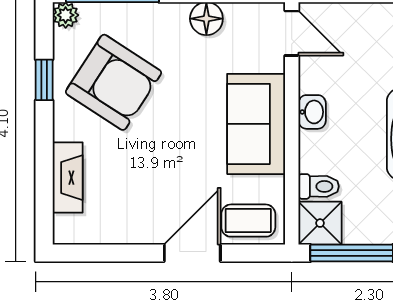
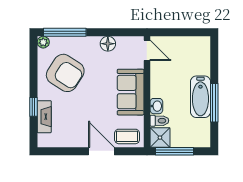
window: (44, 80) -> (33, 107), moved
washbasin: (312, 112) -> (156, 106), moved
door: (192, 253) -> (101, 151), hinge flipped

